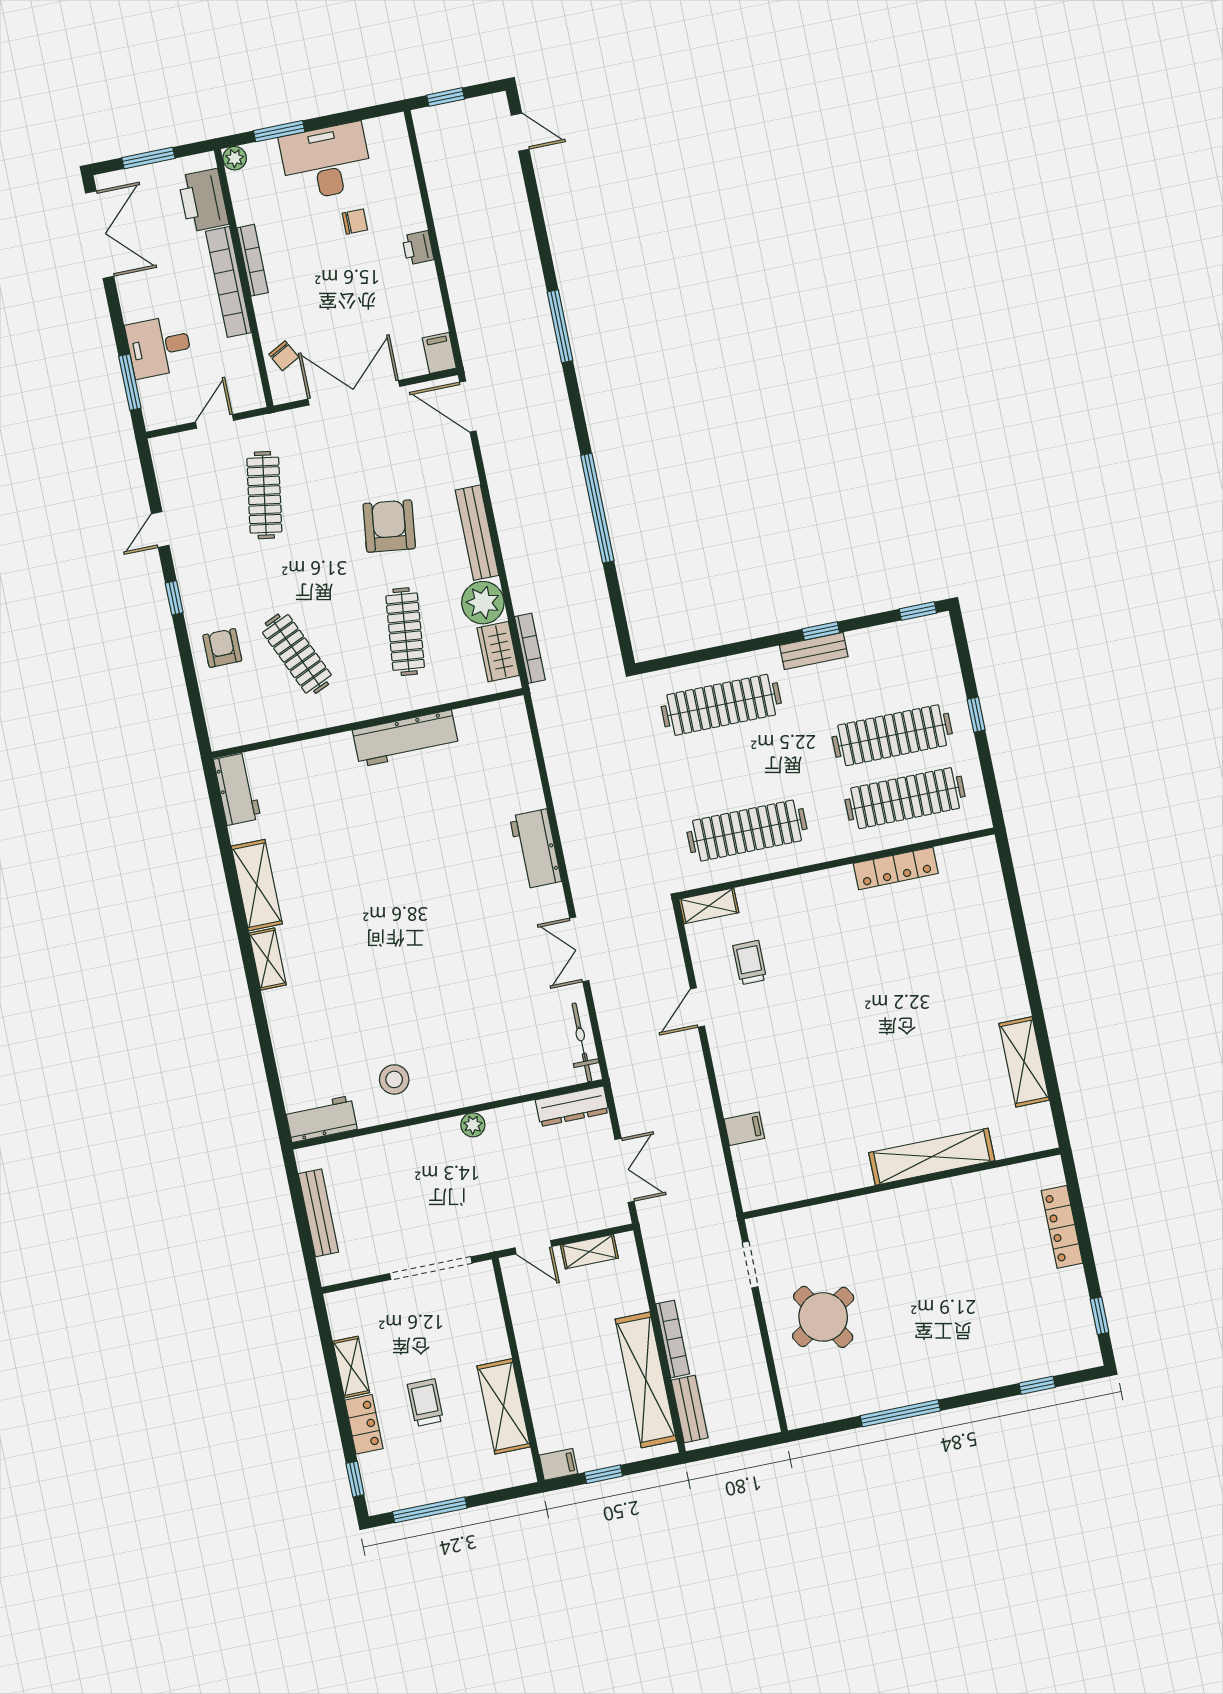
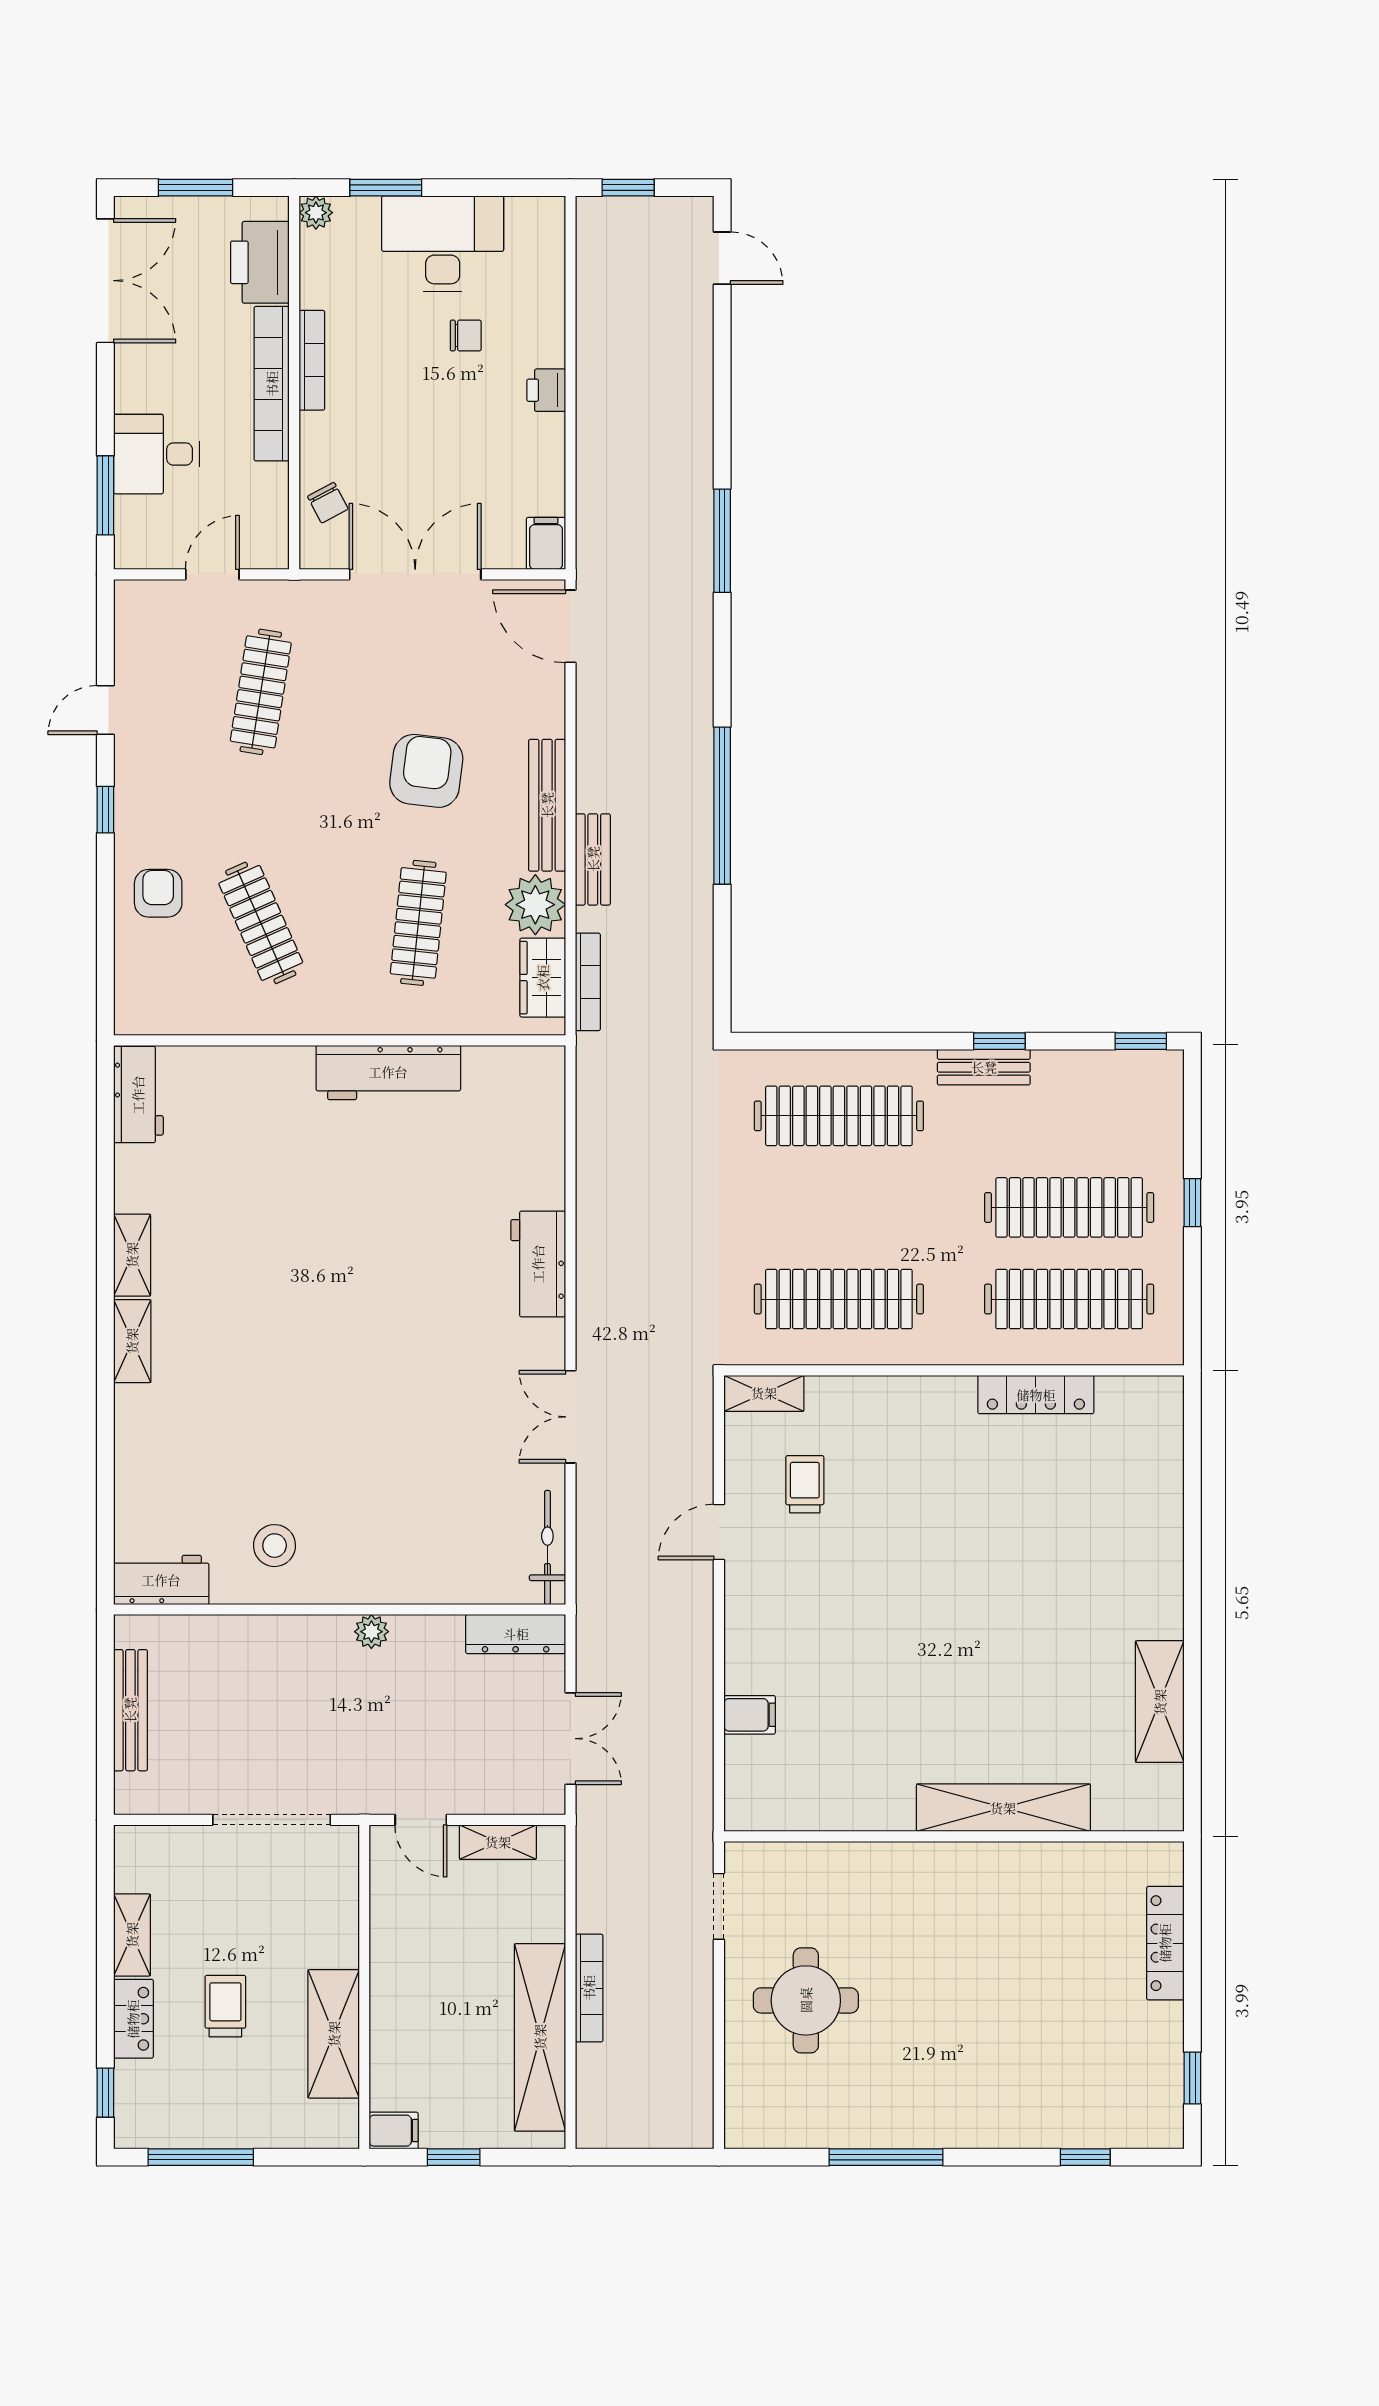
shelving: (257, 885) -> (132, 1255), width x0.67, depth x0.75
round table: (823, 1317) -> (806, 2000), turned 32
bench: (690, 1409) -> (593, 859), moved

